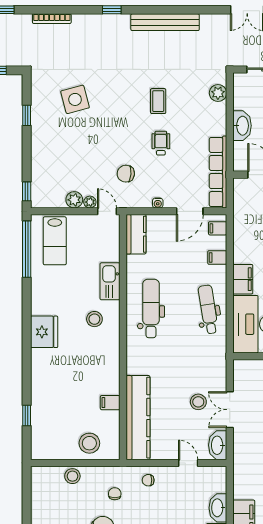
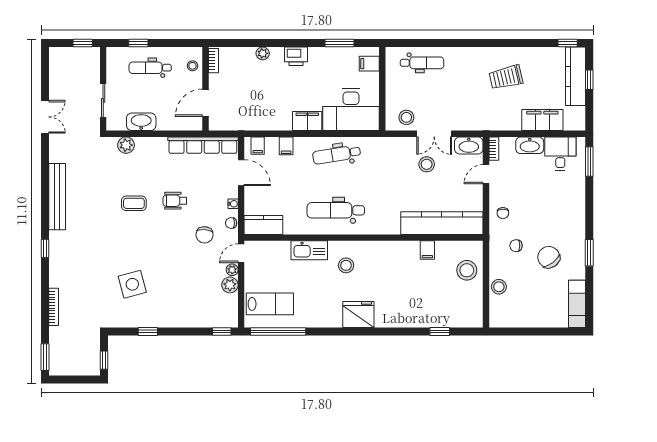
washbasin: (242, 126) -> (141, 122), moved
chair: (138, 201) -> (231, 223), added
stool: (246, 381) -> (406, 117), added
bookcase: (214, 471) -> (494, 149), added

